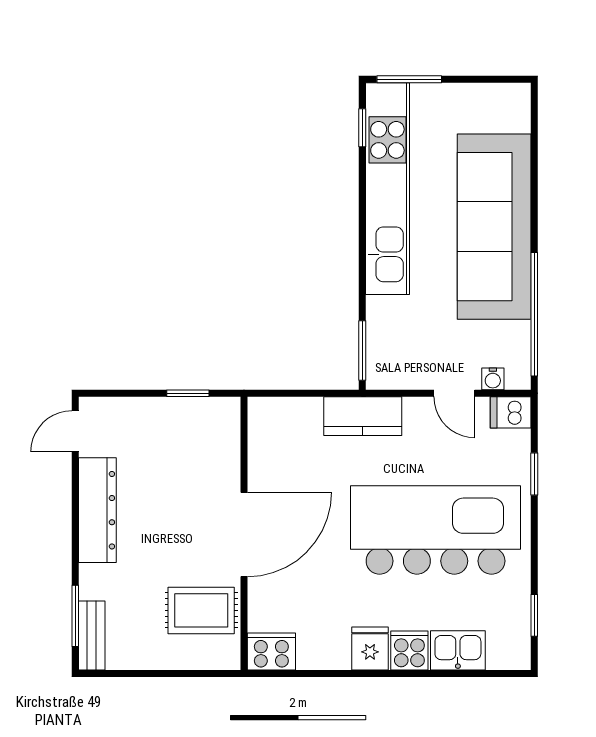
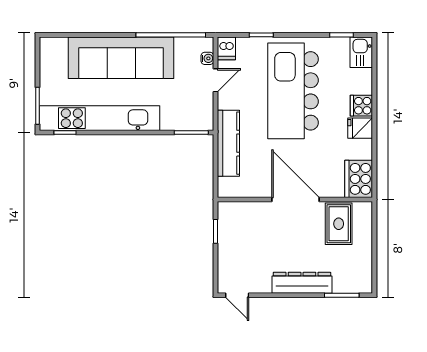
kitchen counter: (363, 416) -> (228, 143), width x1.50
dresser: (97, 510) -> (302, 283), moved
bench: (92, 636) -> (353, 286), removed
kitchen sink: (458, 650) -> (361, 52), moved
cooker: (271, 652) -> (359, 179), width x1.37, depth x1.31

